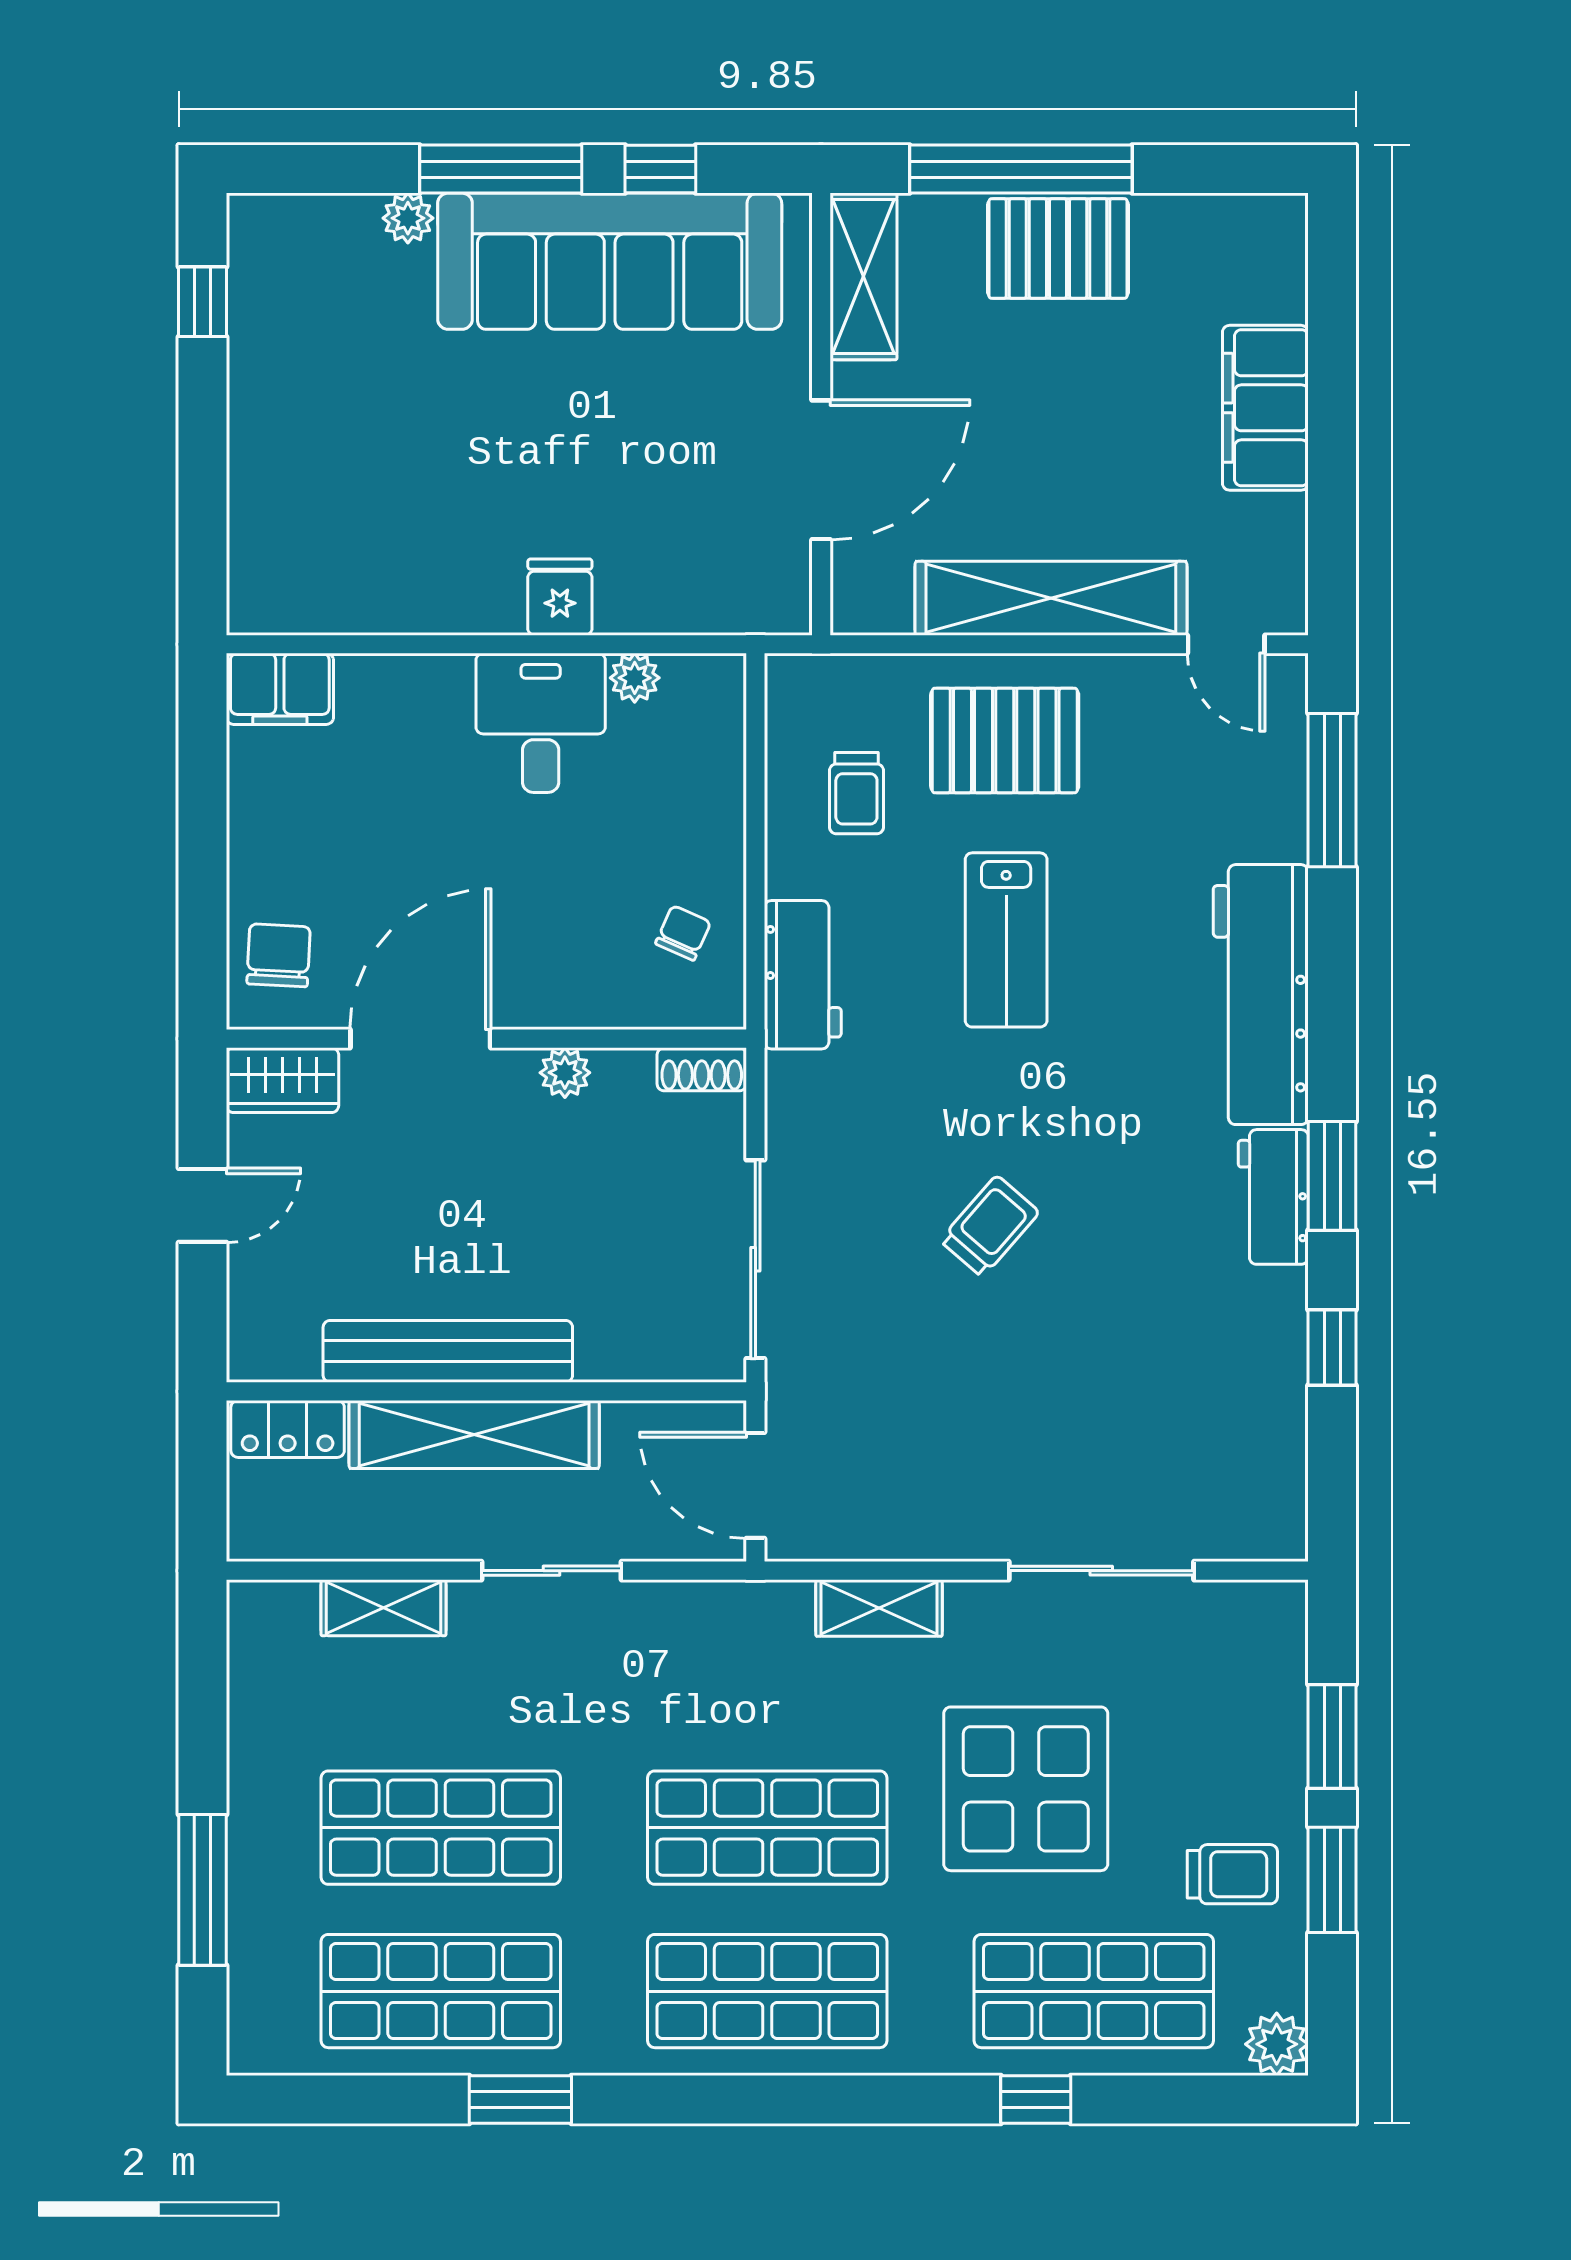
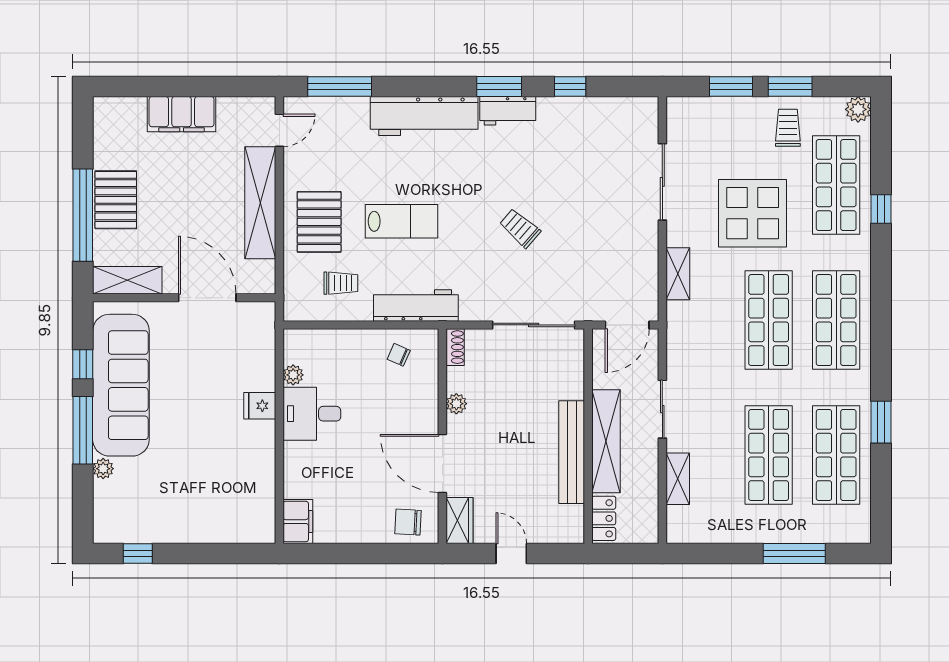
workbench: (803, 975) -> (416, 305), width x1.38

